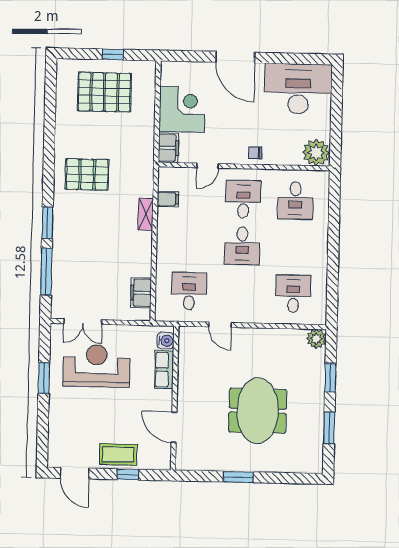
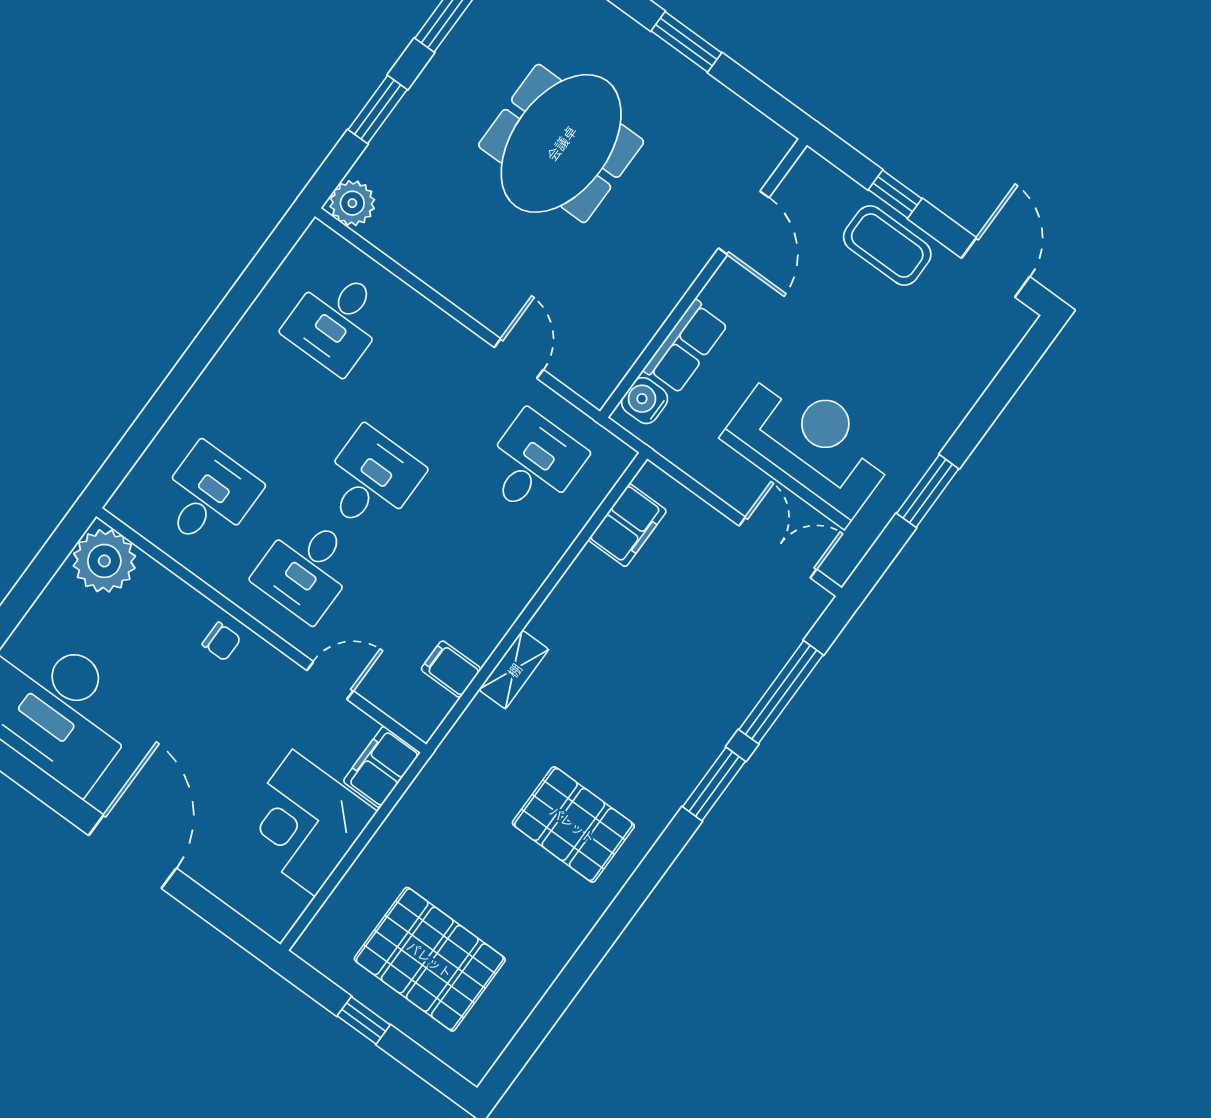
desk: (189, 291) -> (533, 464), turned 180
reception desk: (97, 366) -> (810, 445), turned 180

